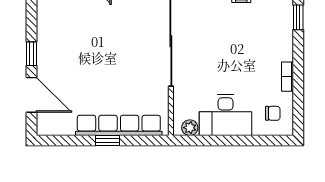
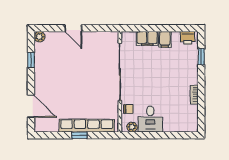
window: (31, 54) -> (31, 60), moved
chair: (273, 113) -> (128, 109), moved
desk: (226, 115) -> (150, 119), width x0.73

